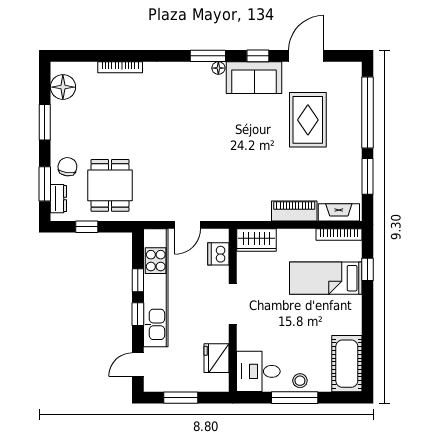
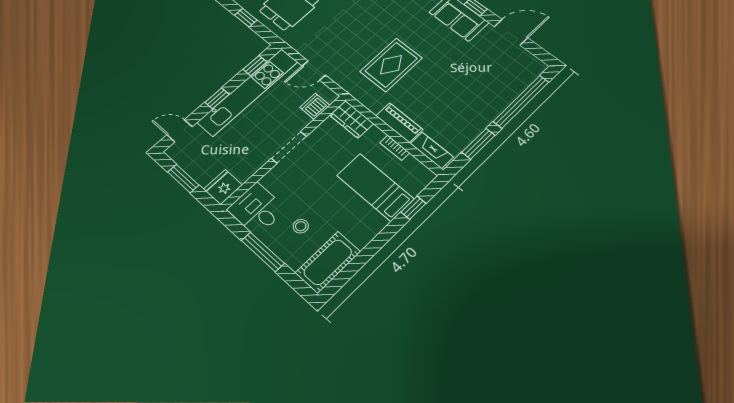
rug: (308, 120) -> (391, 65), moved
bookcase: (339, 235) -> (395, 148), moved, width x0.64
window: (138, 280) -> (255, 66), moved
fridge: (217, 358) -> (223, 187), moved
stool: (300, 381) -> (301, 226), moved

